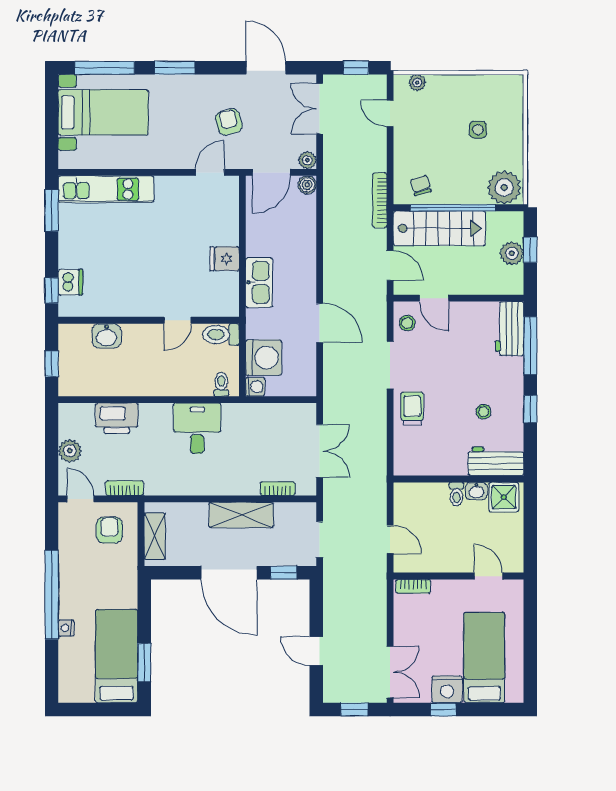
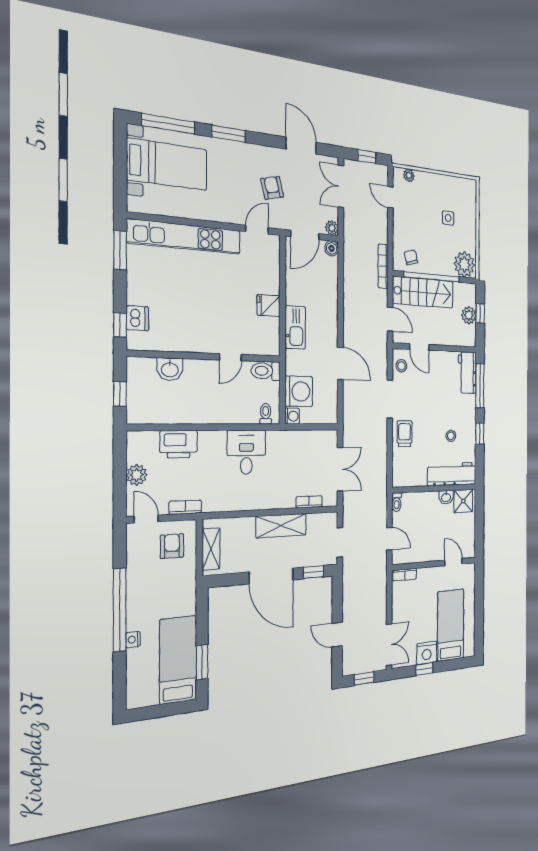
kitchen unit: (106, 189) -> (185, 237), width x1.36
workbench: (496, 461) -> (452, 474), width x1.38
toilet: (456, 494) -> (397, 502), moved

